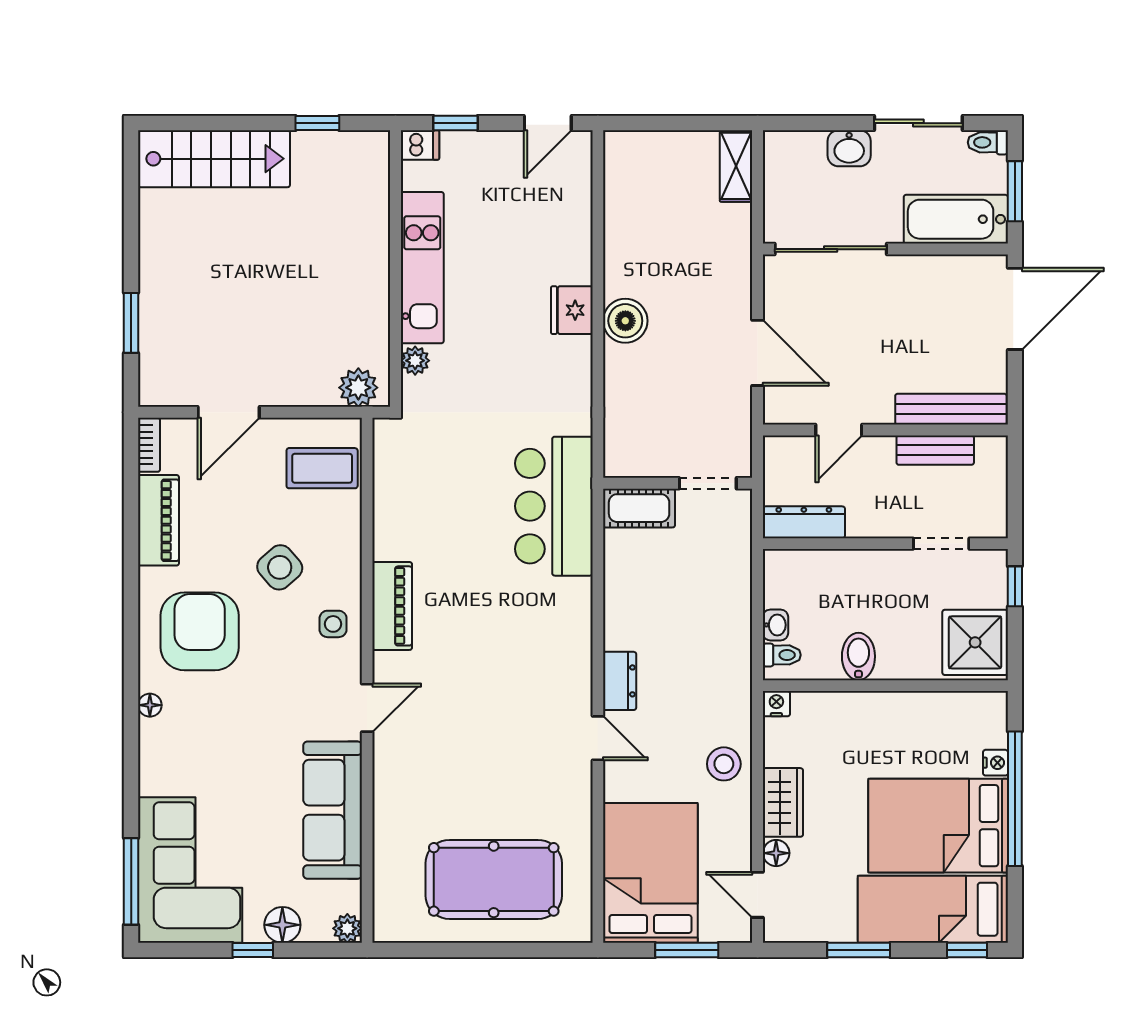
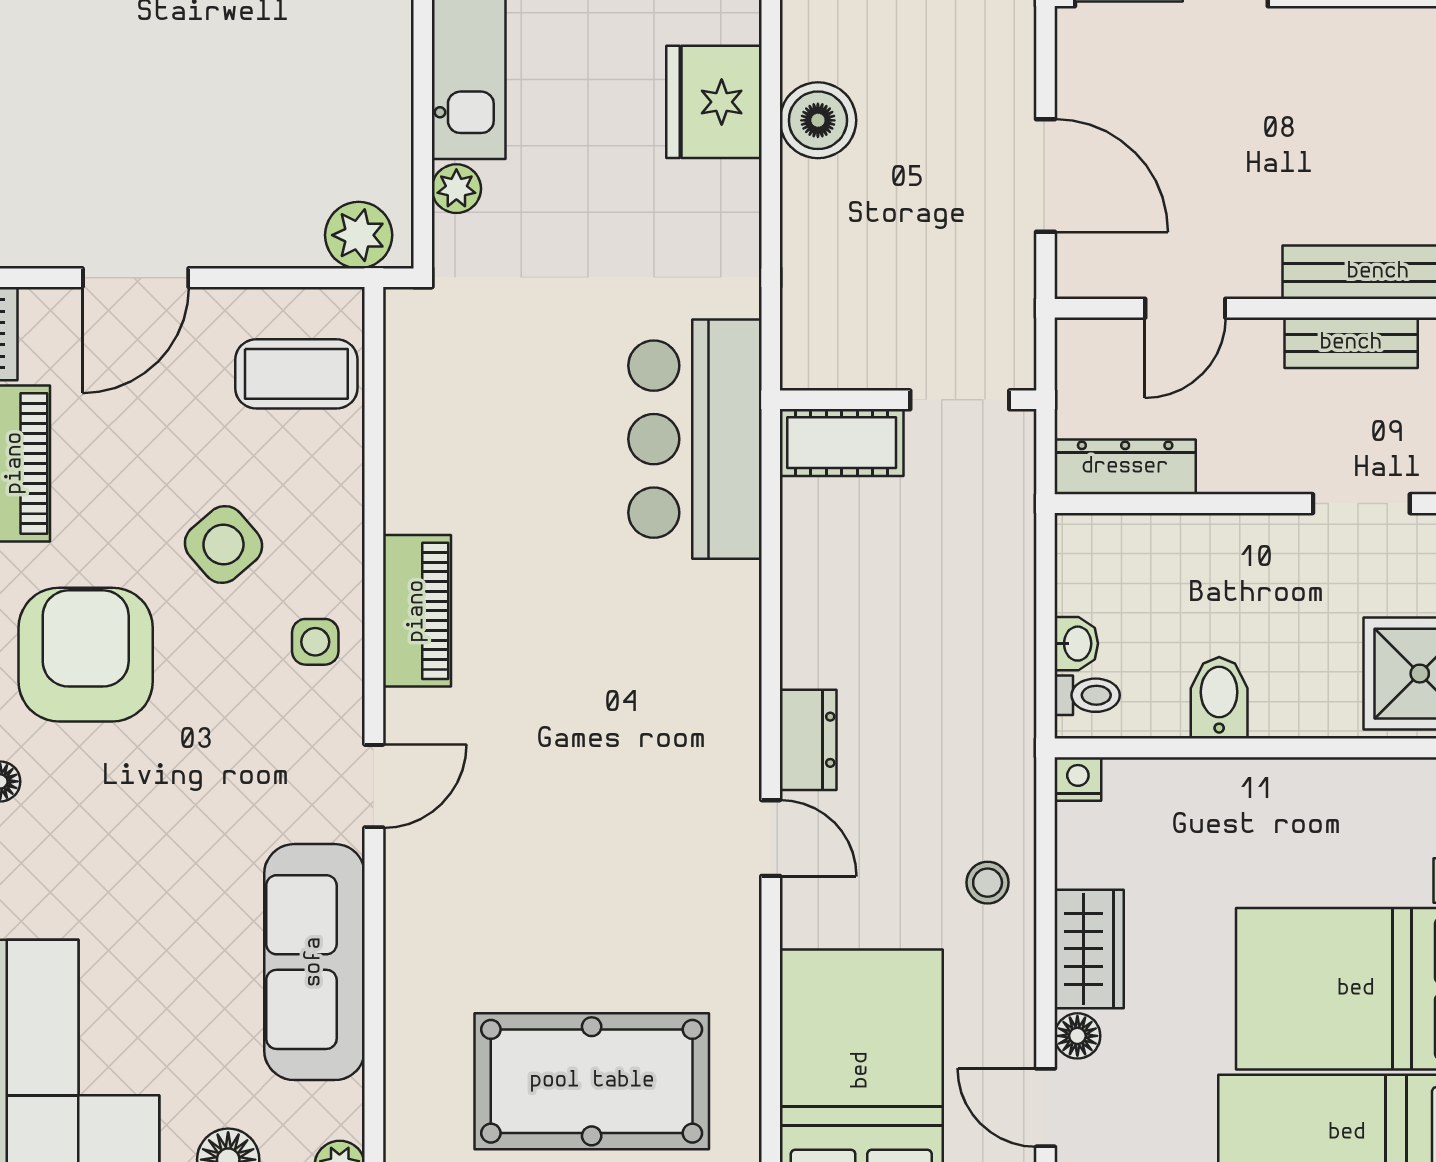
fridge: (572, 310) -> (714, 102), width x1.36, depth x1.34
stool: (724, 764) -> (988, 883), width x0.73, depth x0.73

